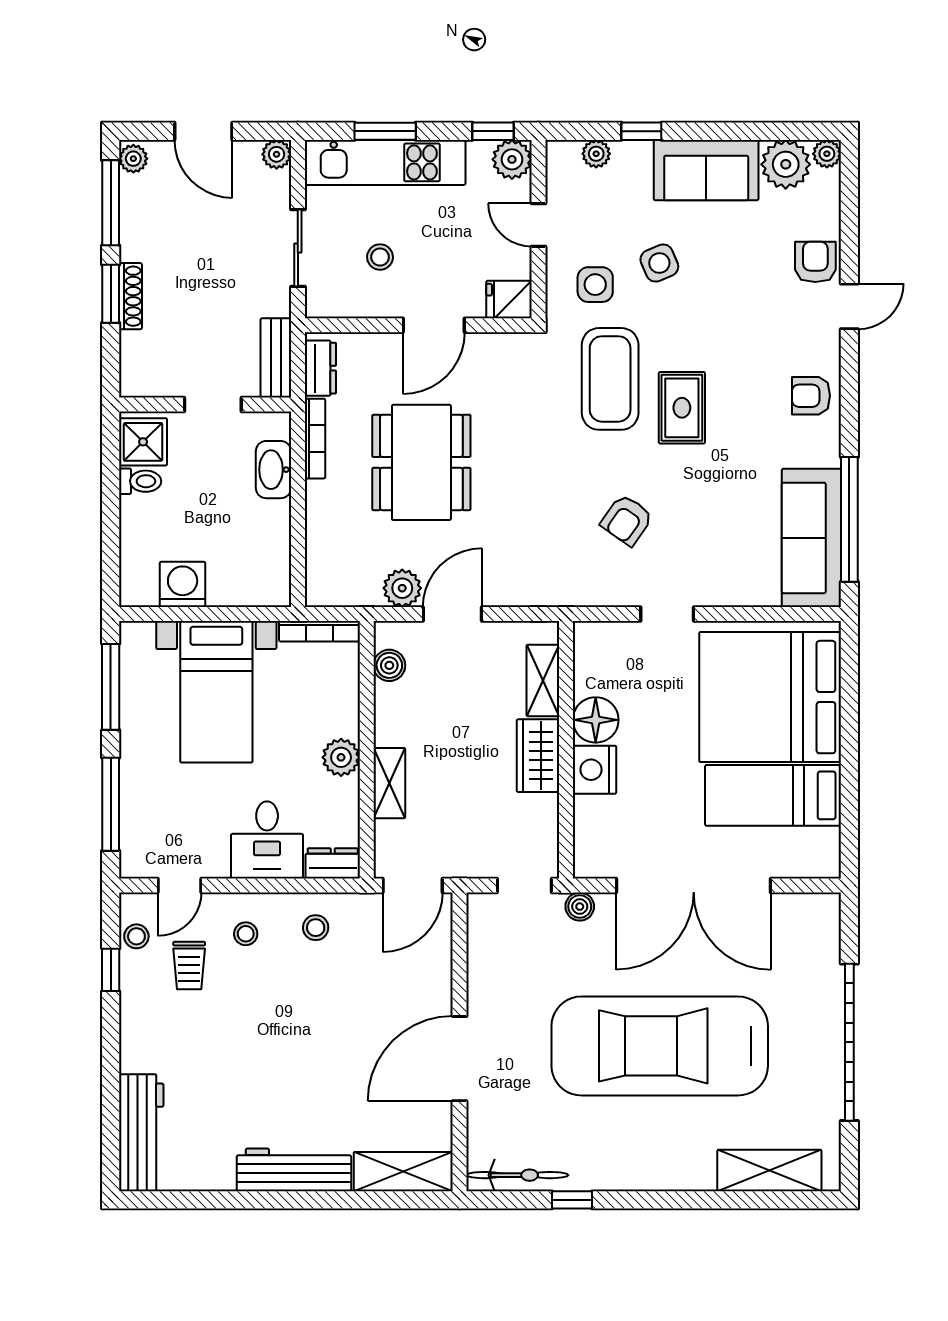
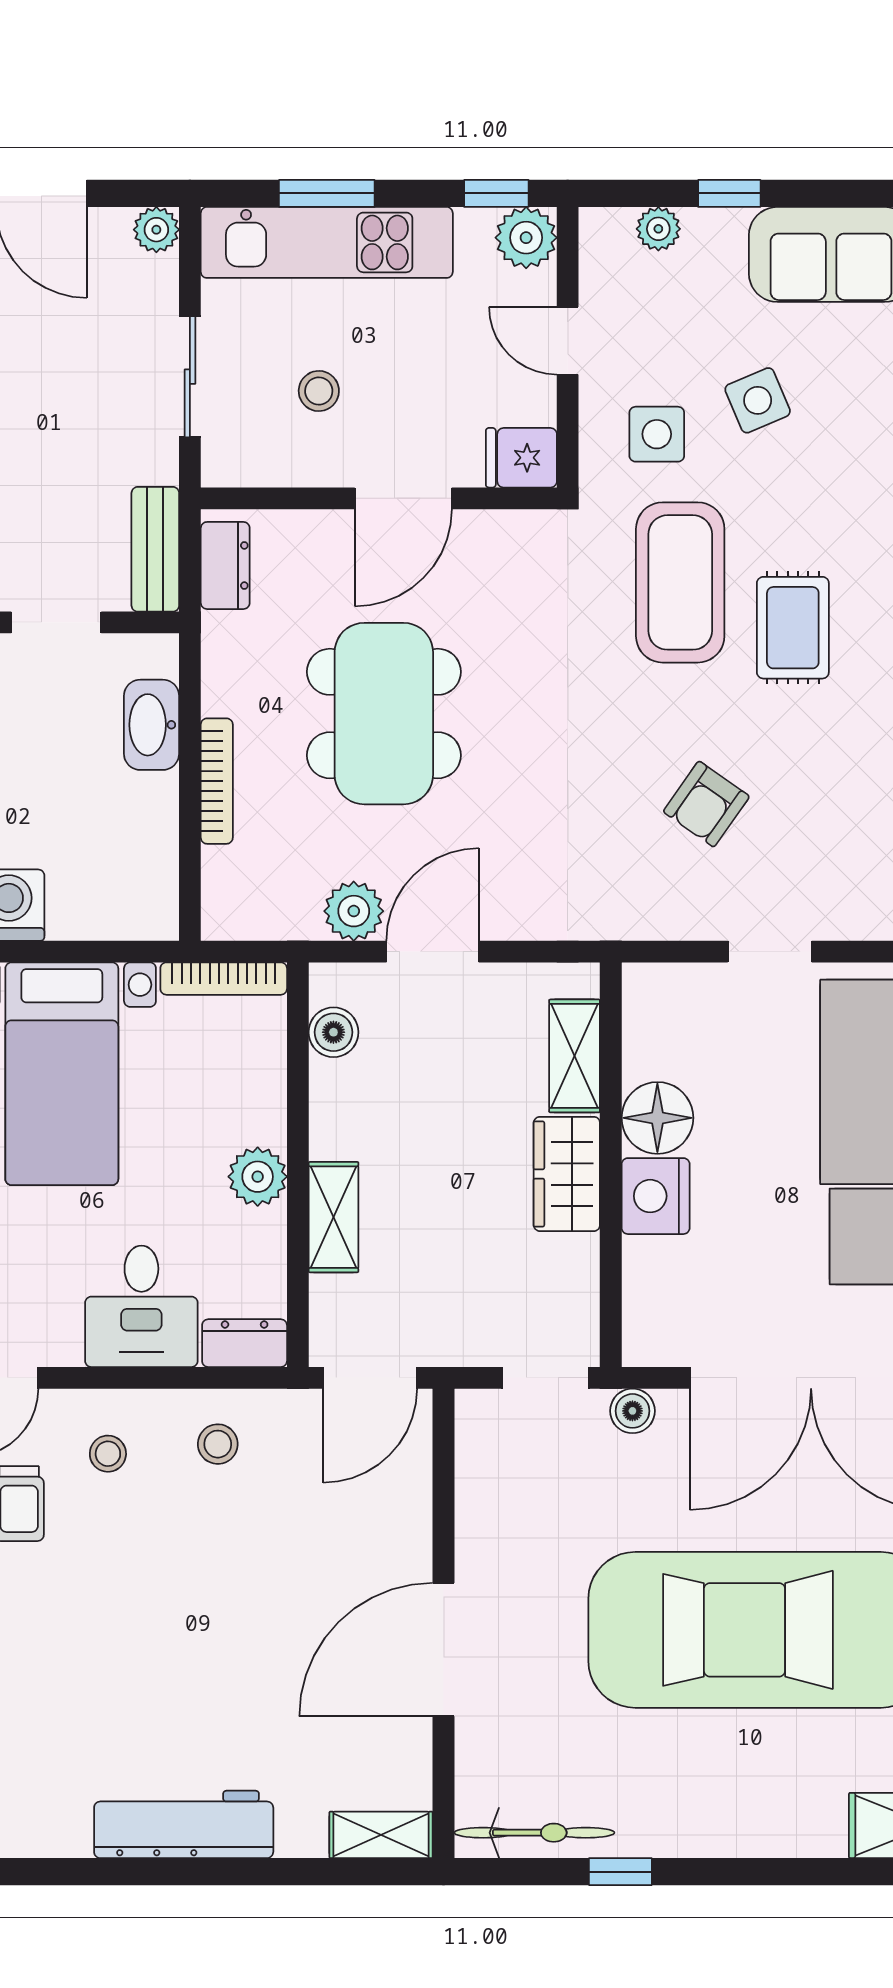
bookcase: (315, 439) -> (217, 781), moved
shelving: (403, 1172) -> (381, 1835), width x0.67, depth x0.75

